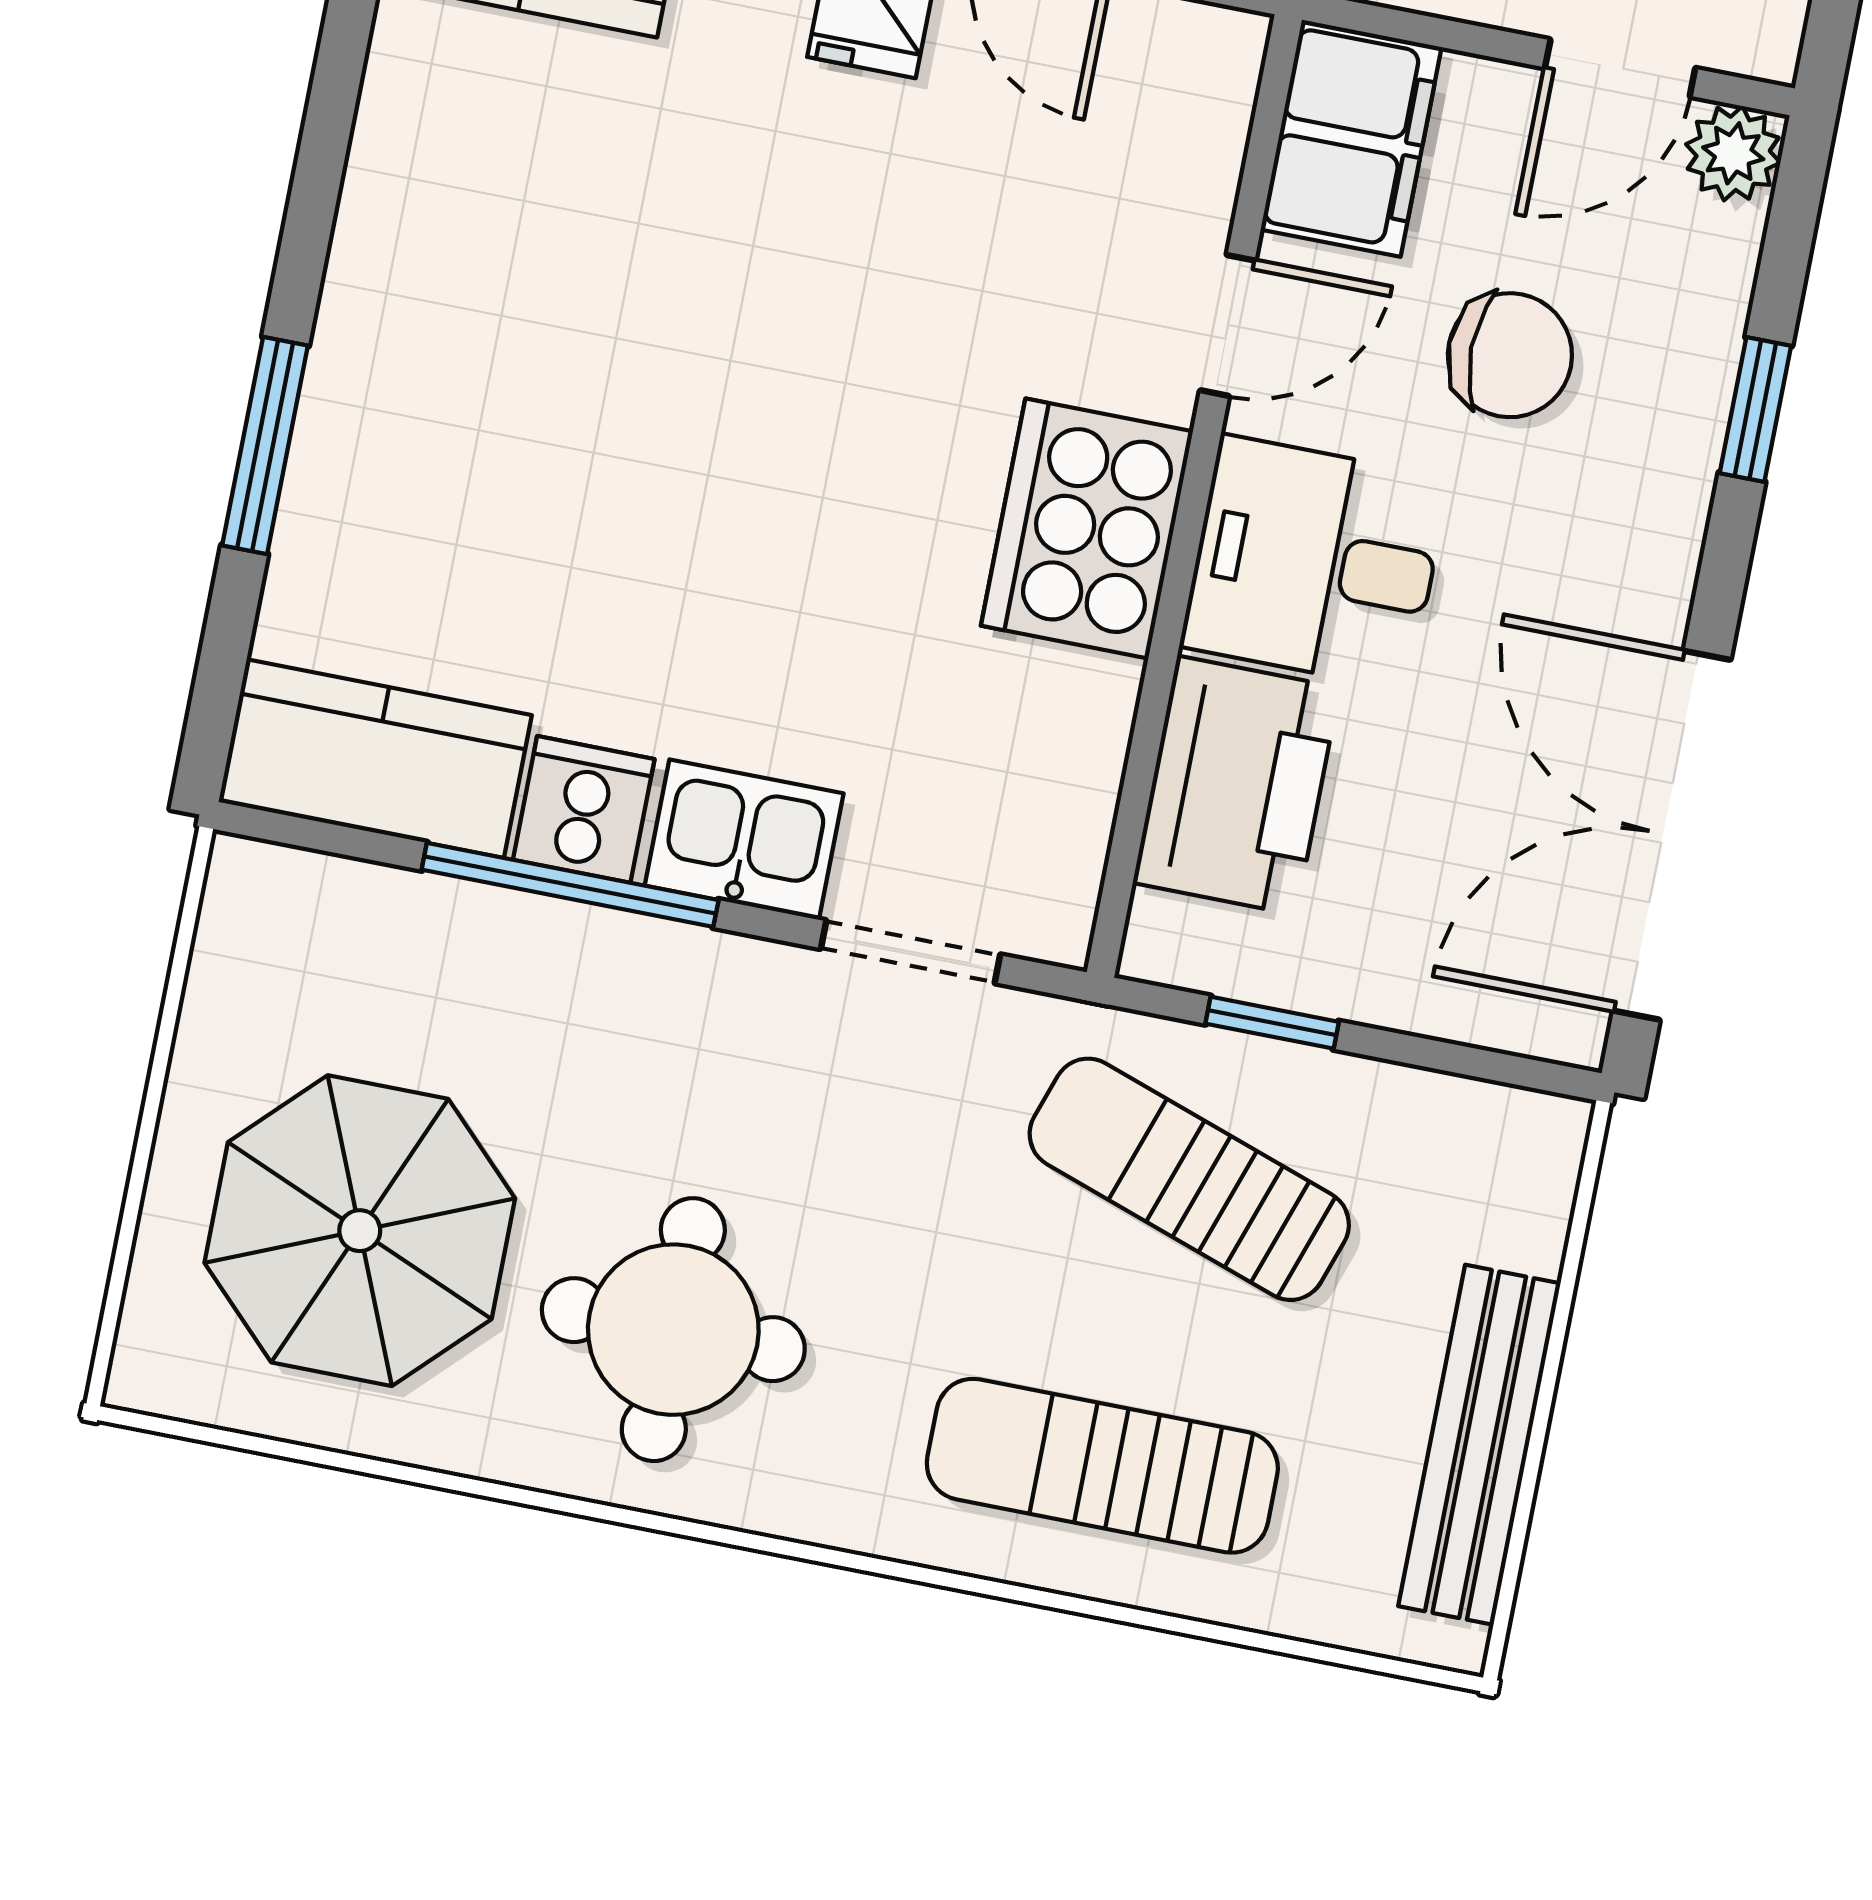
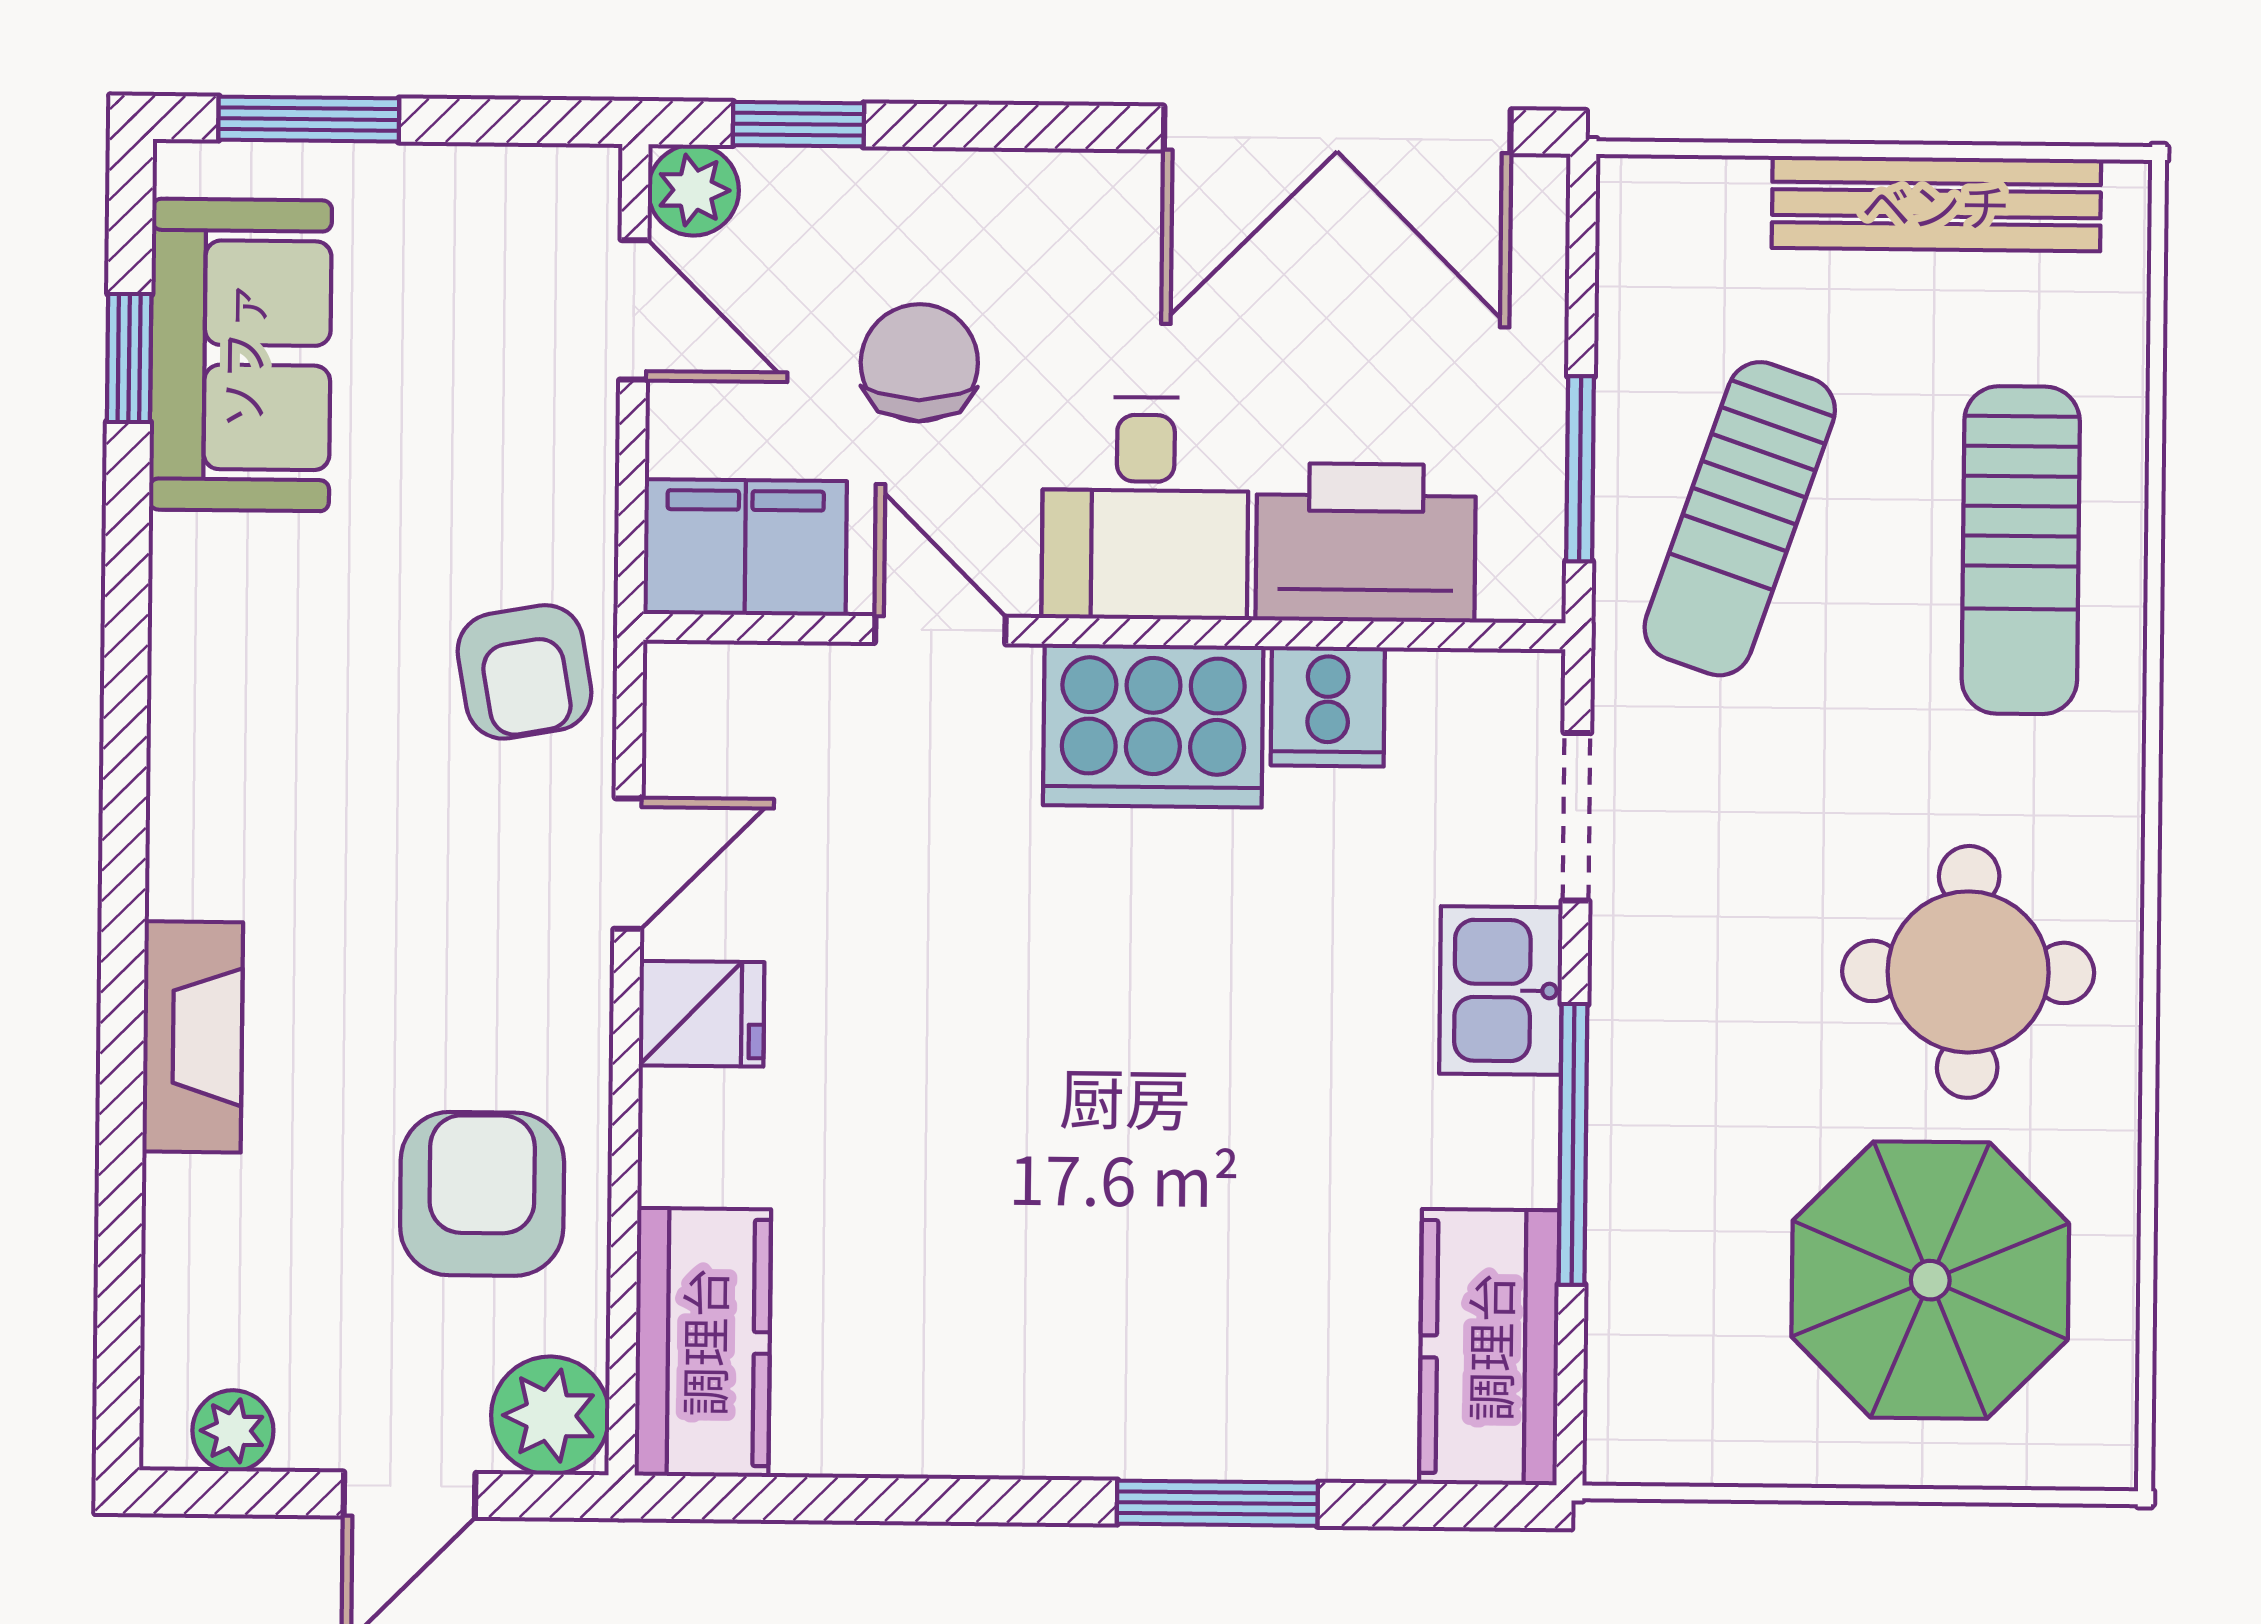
window: (1755, 409) -> (798, 124), moved
cooker: (584, 809) -> (1328, 706), moved, turned -90
window: (1272, 1023) -> (1580, 469), width x1.50

